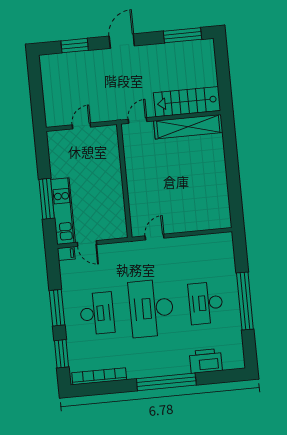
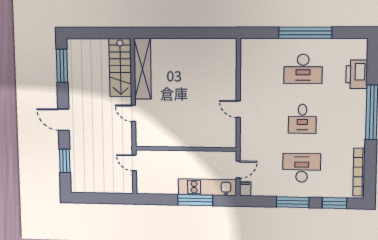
wall: (124, 181) -> (186, 149), moved
desk: (151, 308) -> (302, 119), width x0.53, depth x0.77

